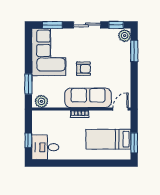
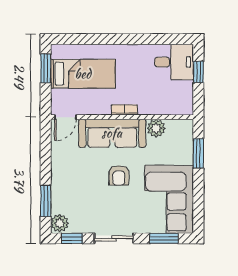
armchair: (83, 69) -> (119, 175), turned -90
plant: (41, 101) -> (156, 128), moved

